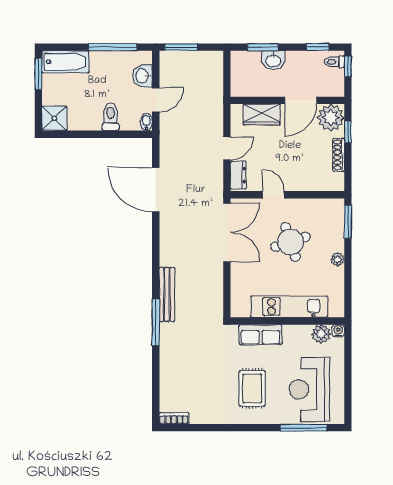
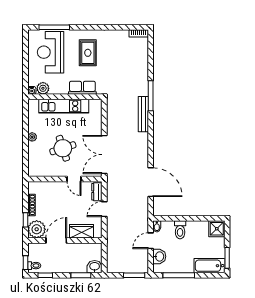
washbasin: (273, 60) -> (95, 267), moved
window: (348, 222) -> (25, 161), removed
reception desk: (309, 389) -> (51, 52), turned 180

